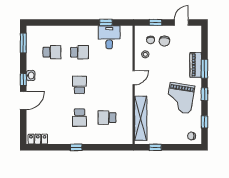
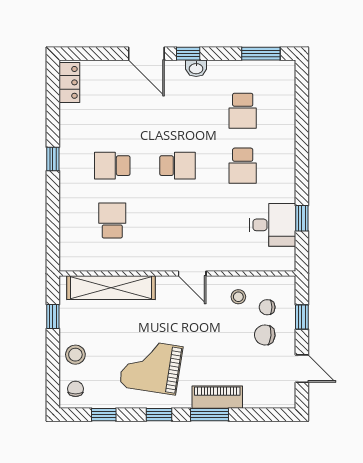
stool: (174, 136) -> (75, 355), added

